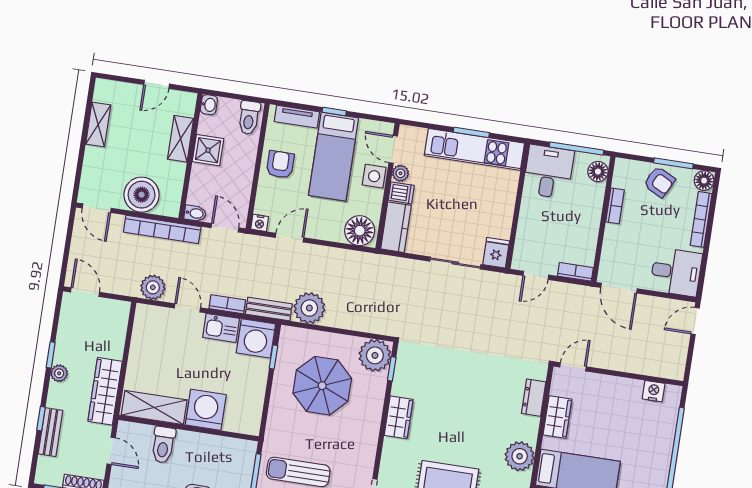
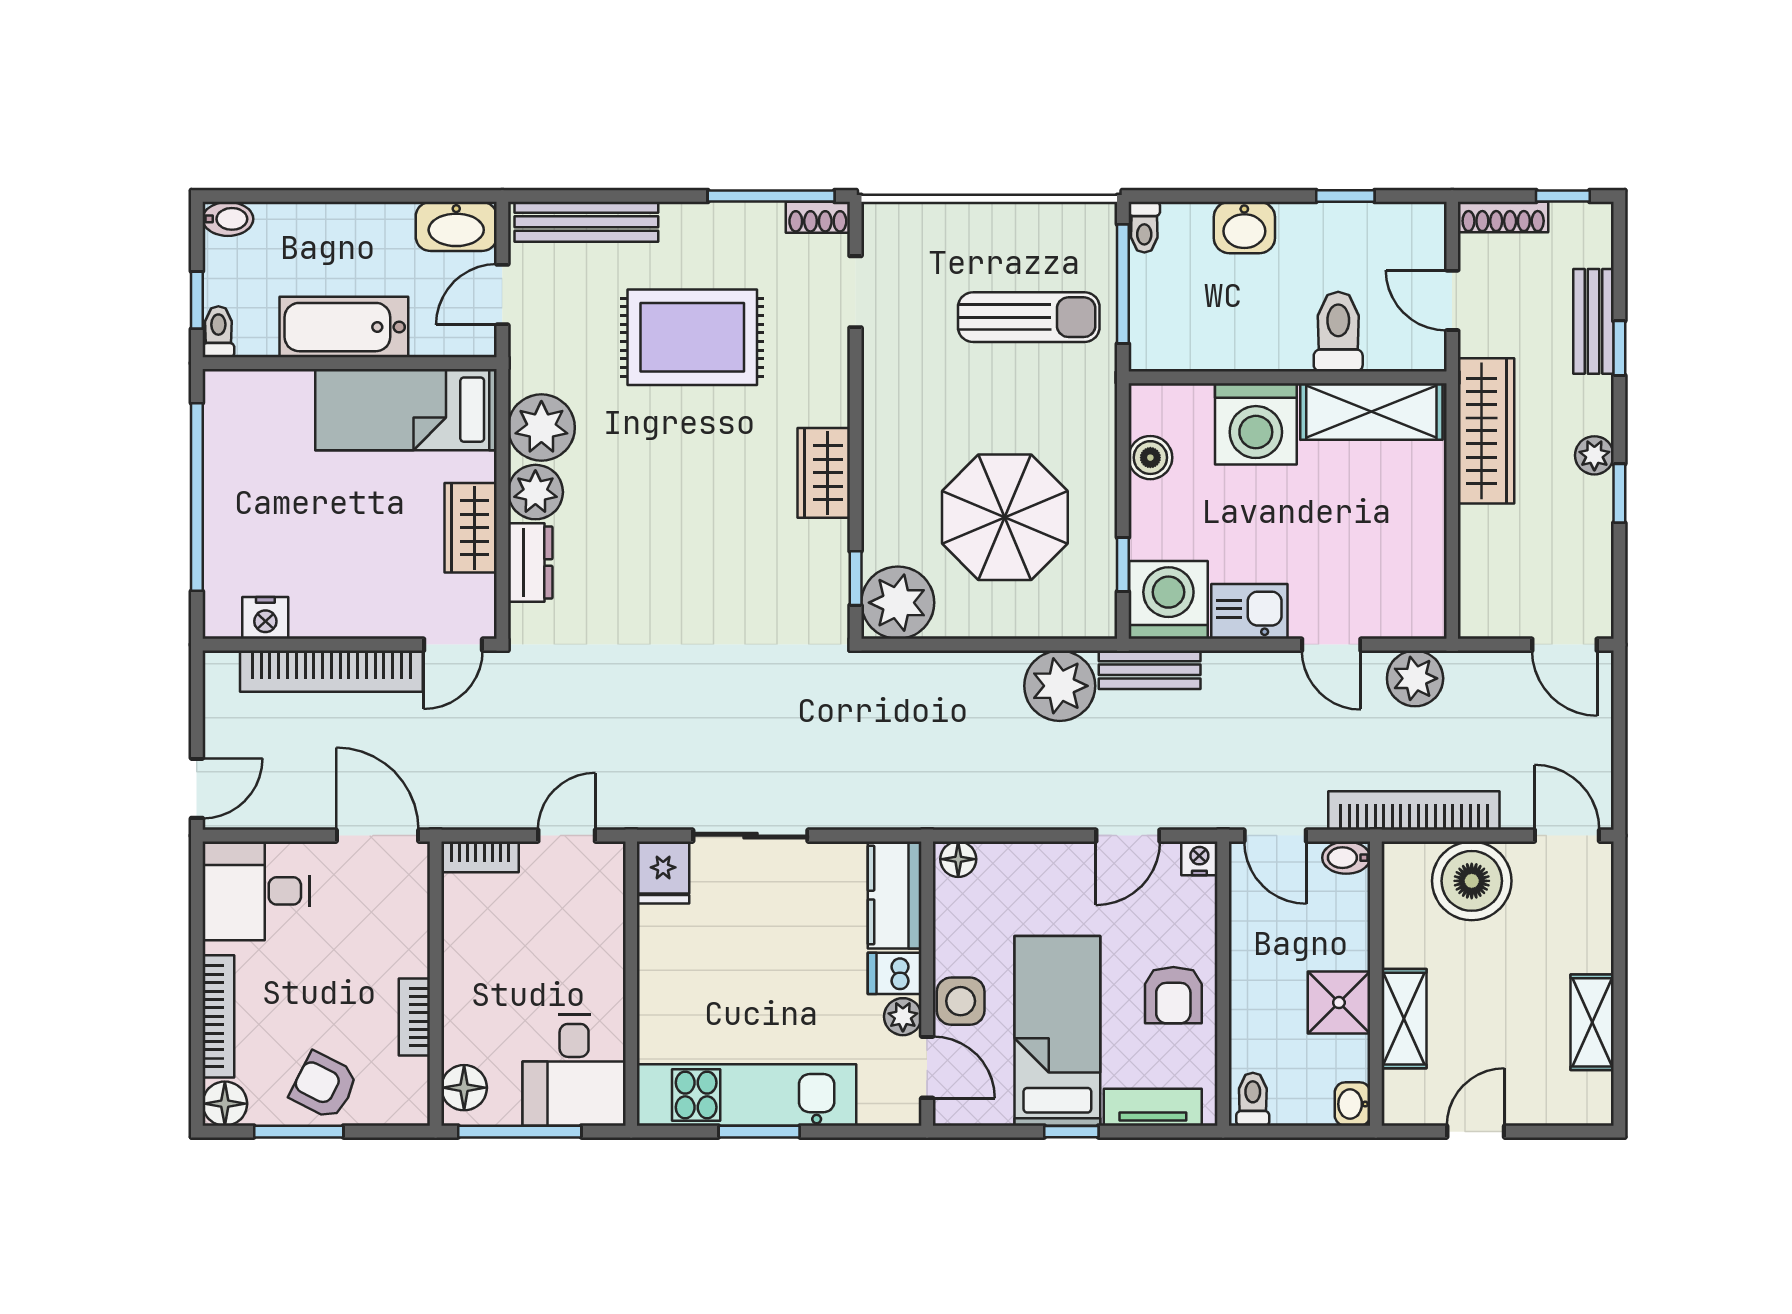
toilet: (249, 118) -> (1253, 1099), width x0.73, depth x0.72
floor lamp: (360, 231) -> (958, 859), width x0.53, depth x0.53
bookcase: (227, 304) -> (331, 671), moved, width x2.31, depth x1.31
boiler: (254, 402) -> (1150, 458), added
plant: (527, 428) -> (535, 492), added

